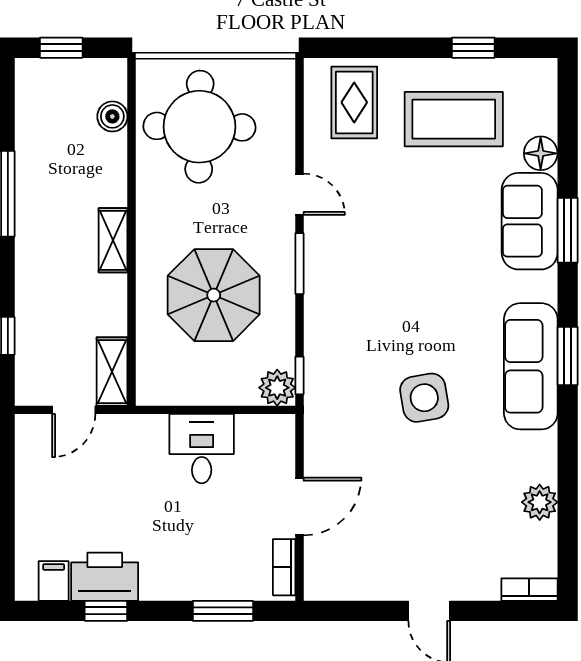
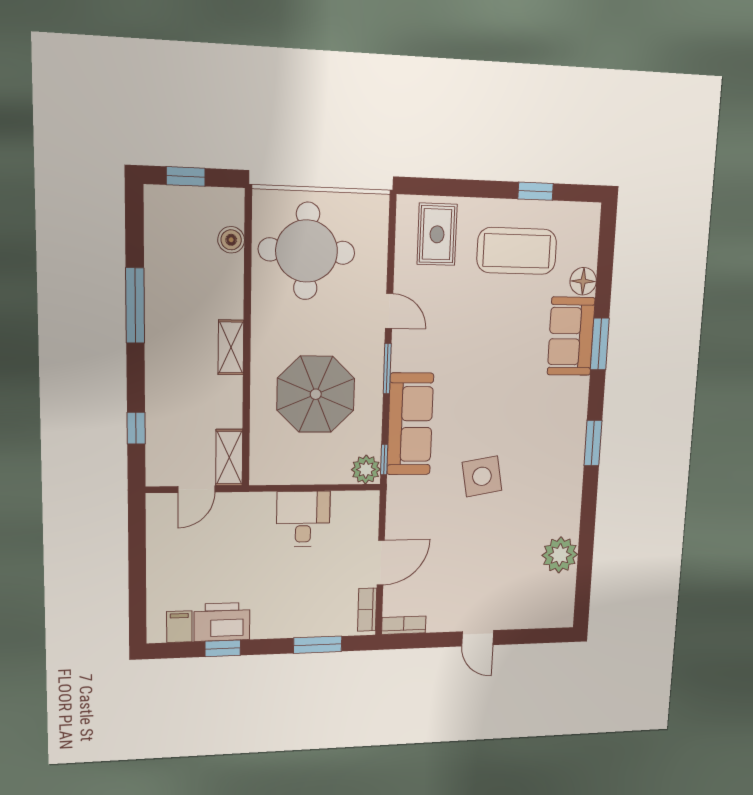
sofa: (531, 366) -> (410, 424), moved, turned 180
plant: (540, 502) -> (560, 555), width x1.36, depth x1.36
bookcase: (529, 590) -> (404, 625), moved

